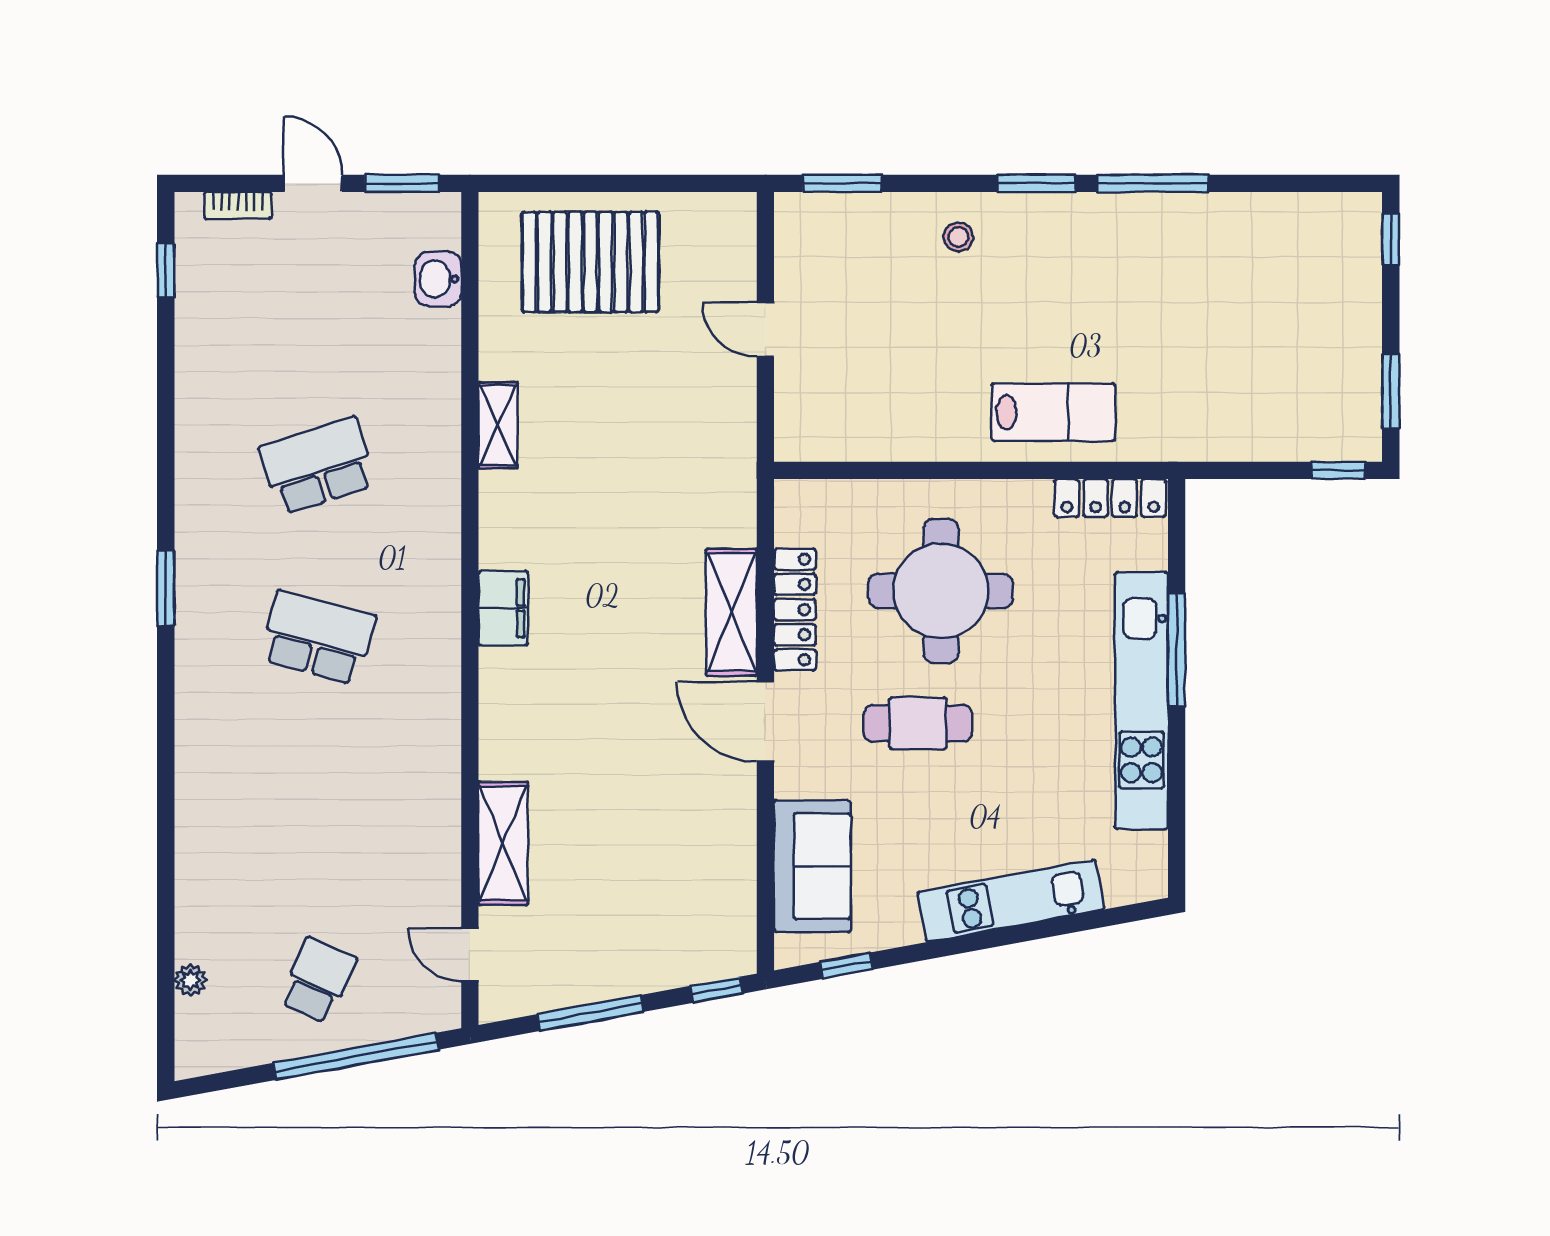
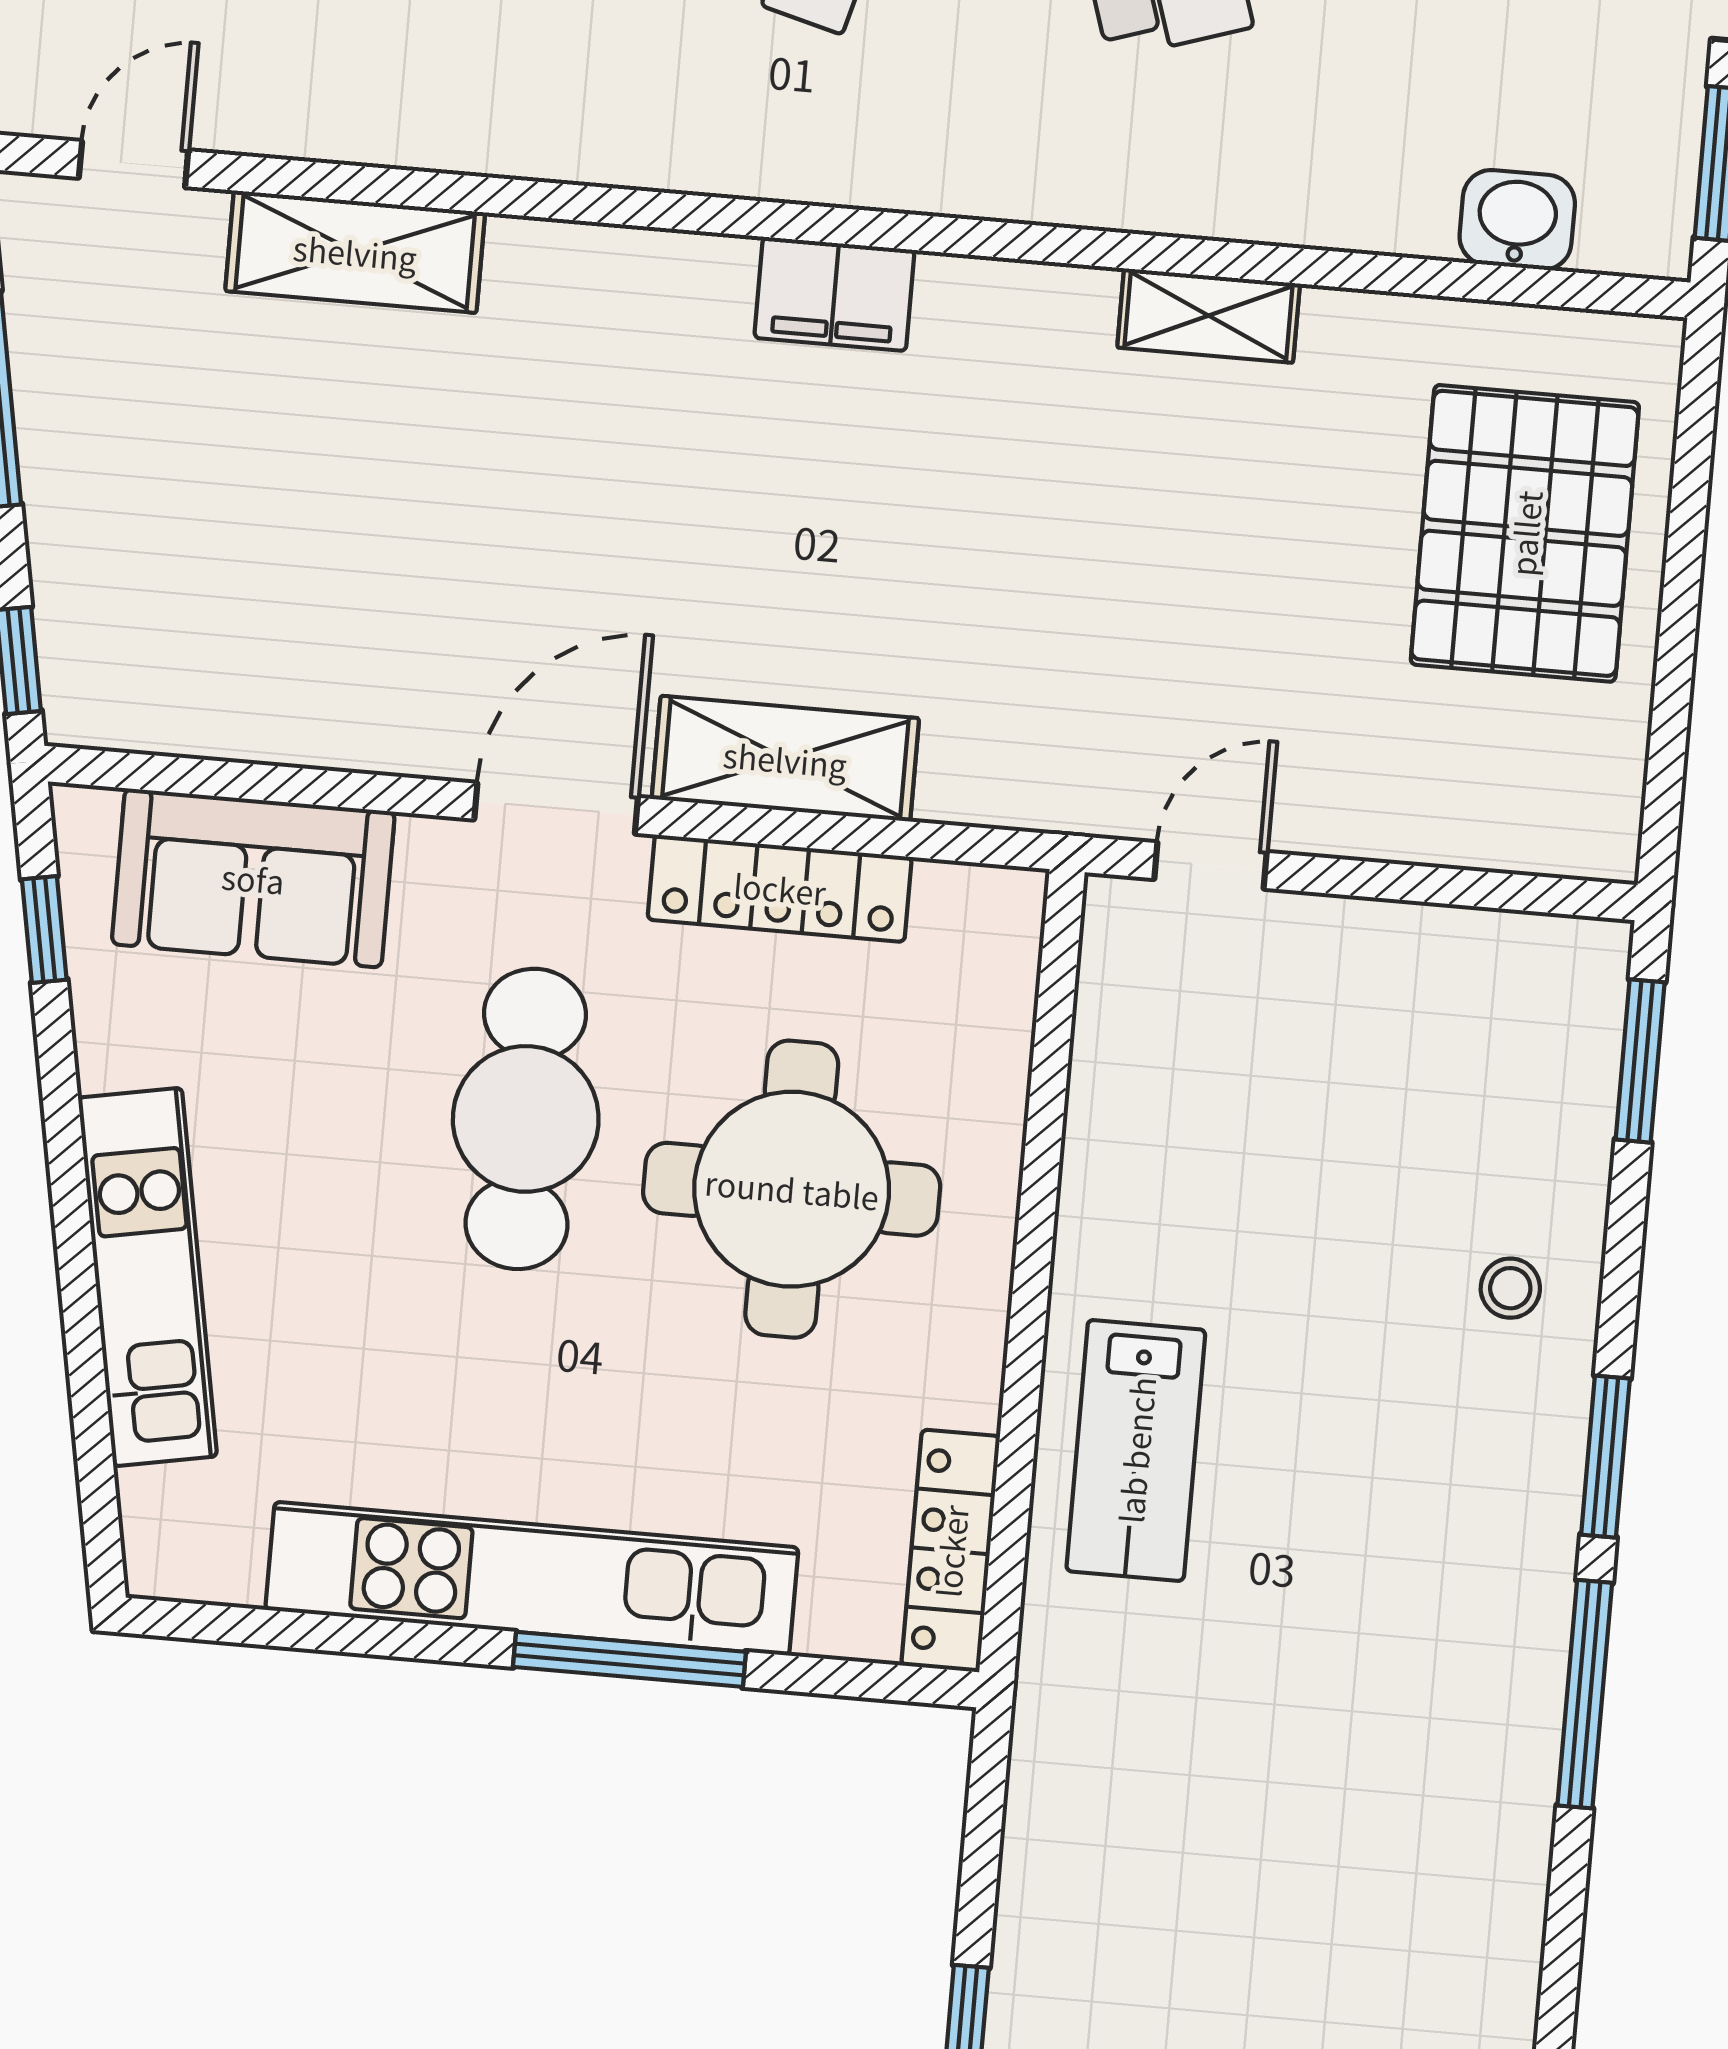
door: (765, 330) -> (1211, 865), moved
cafe table: (918, 723) -> (526, 1119), width x1.37, depth x1.35

